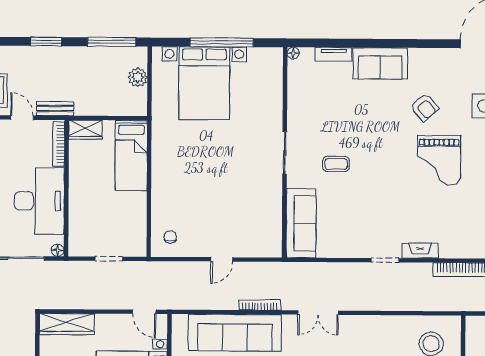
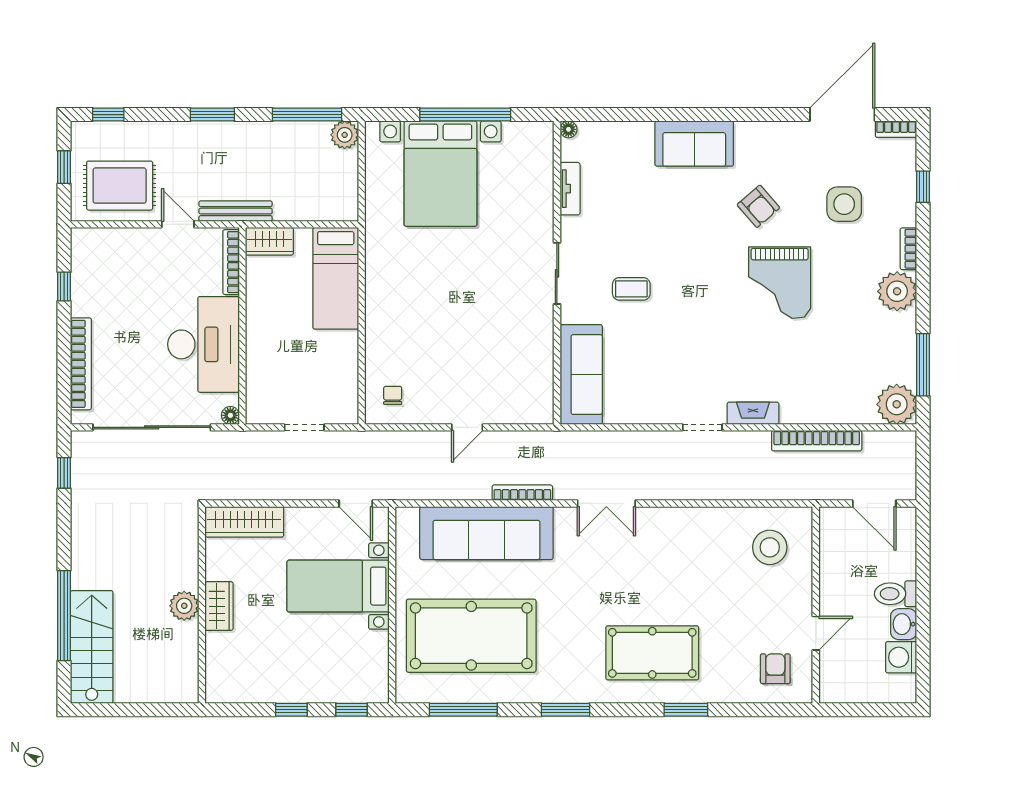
tv unit: (334, 54) -> (570, 189), moved, turned -90
plant: (138, 77) -> (345, 135), moved
bench: (55, 109) -> (235, 211), width x1.36

